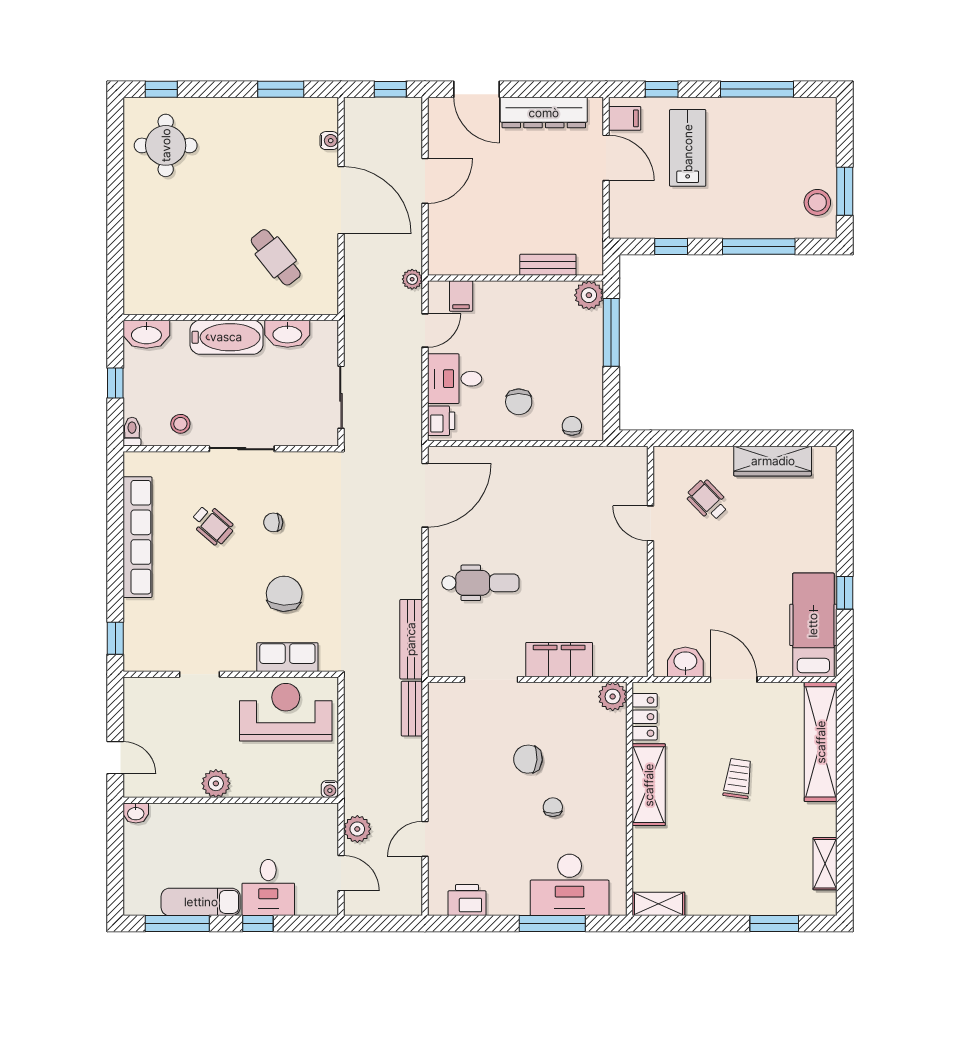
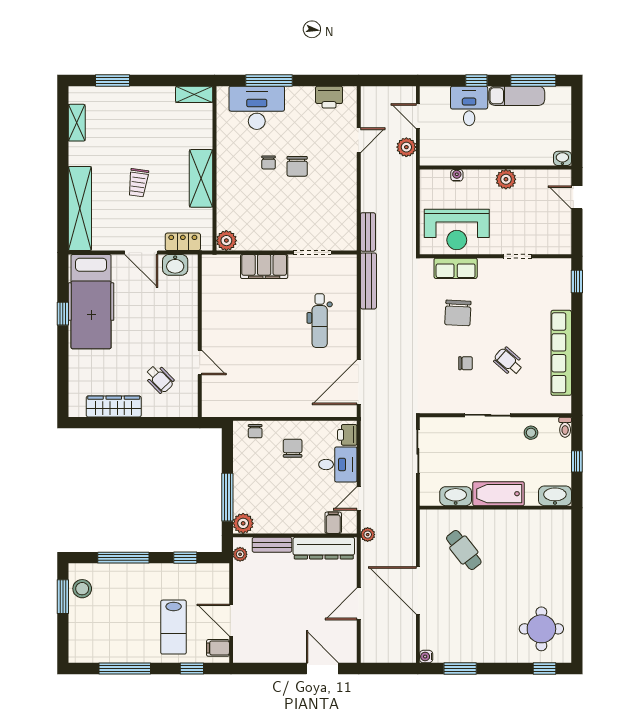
window: (390, 89) -> (383, 668), removed
dresser: (544, 113) -> (324, 548), moved, turned 180
water cooler: (329, 141) -> (426, 657), moved
plant: (593, 251) -> (240, 554), added
dental chair: (480, 583) -> (320, 321), turned -90
hospital bed: (813, 625) -> (91, 302), width x1.37, depth x1.29
locker: (645, 717) -> (183, 242), moved, turned 90
chair: (528, 759) -> (297, 166), moved, turned 86
water cooler: (330, 789) -> (457, 175), moved

